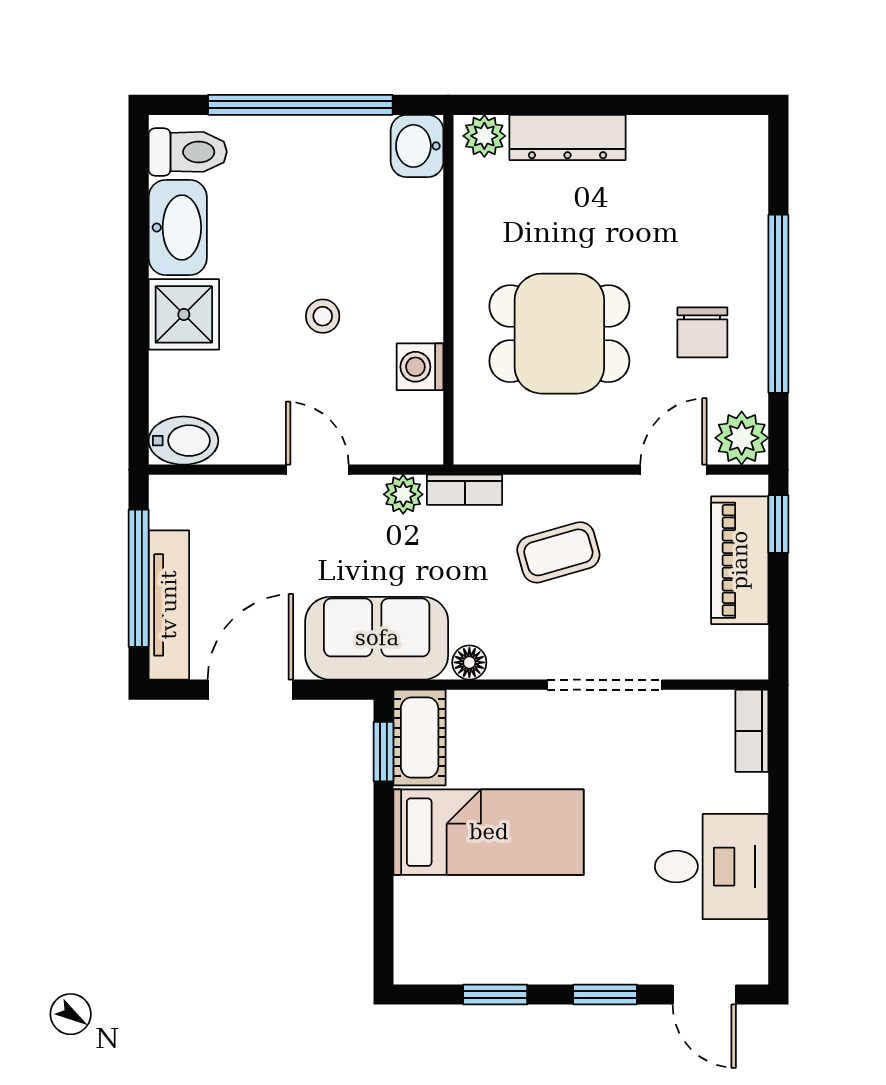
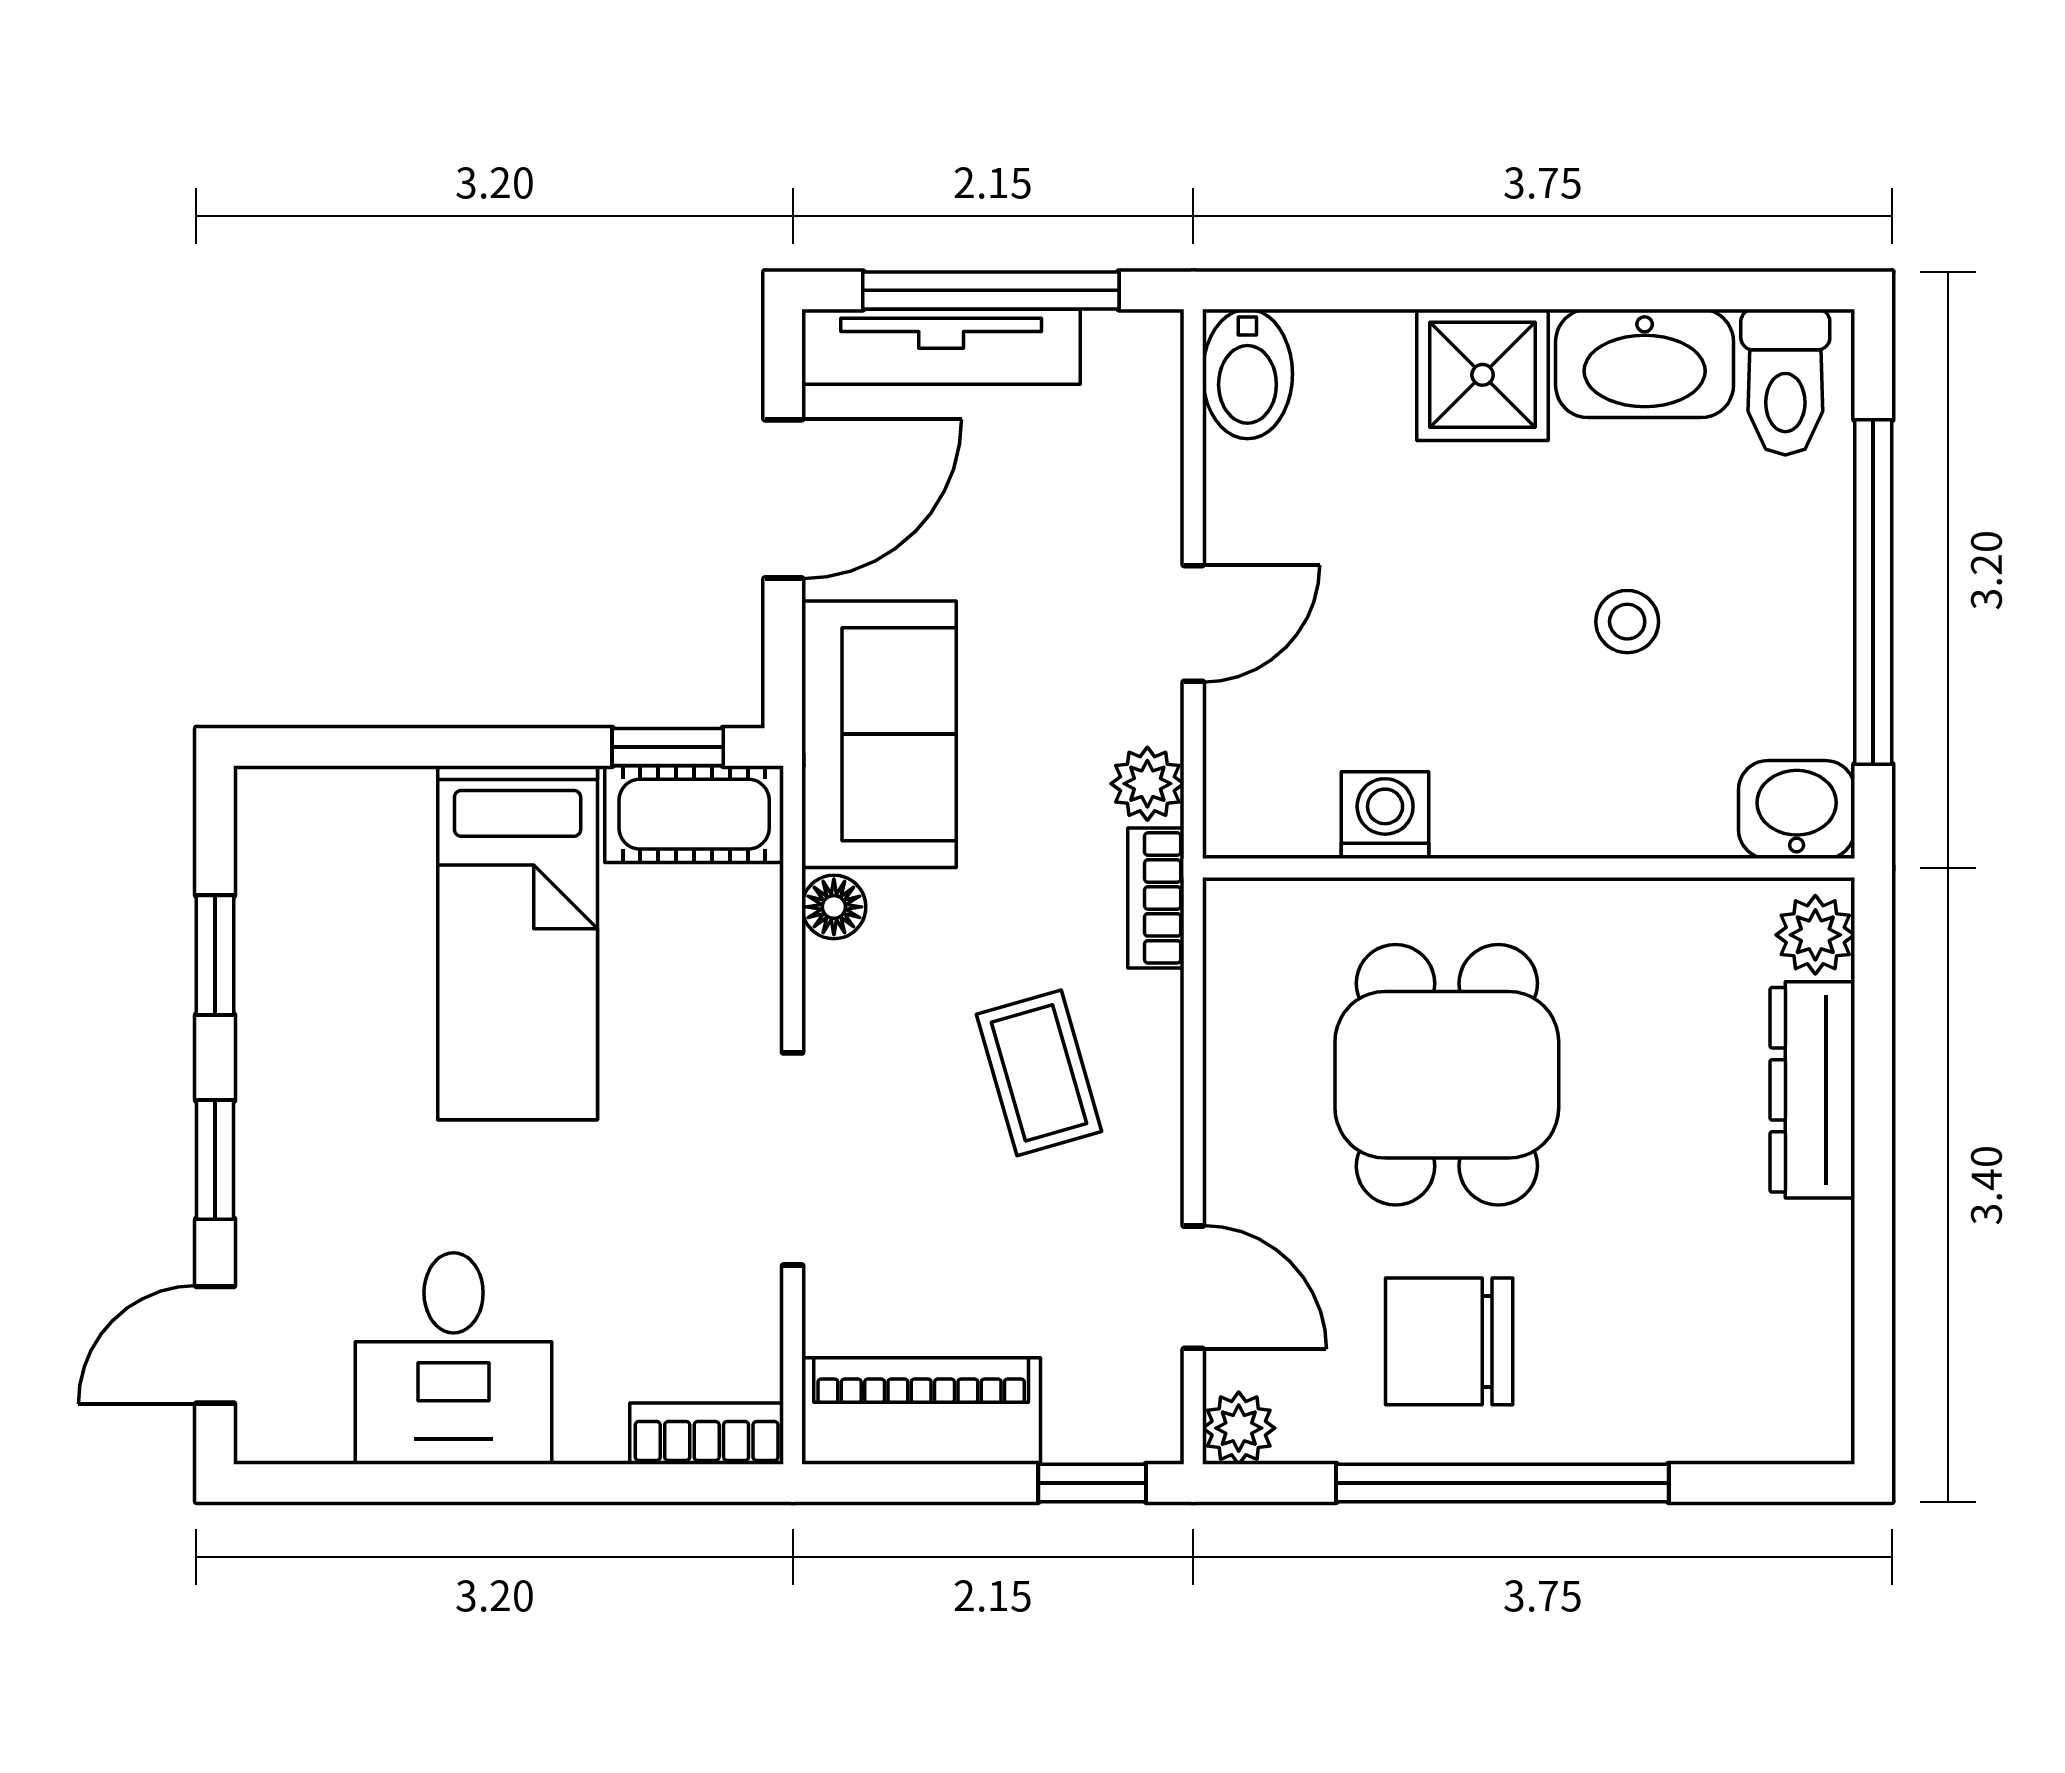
stool: (323, 316) -> (1627, 622), moved
chair: (702, 332) -> (1449, 1341), width x1.37, depth x1.37
plant: (742, 438) -> (1239, 1428), width x0.73, depth x0.73
piano: (740, 560) -> (921, 1411), moved
door: (250, 690) -> (783, 499), hinge flipped

